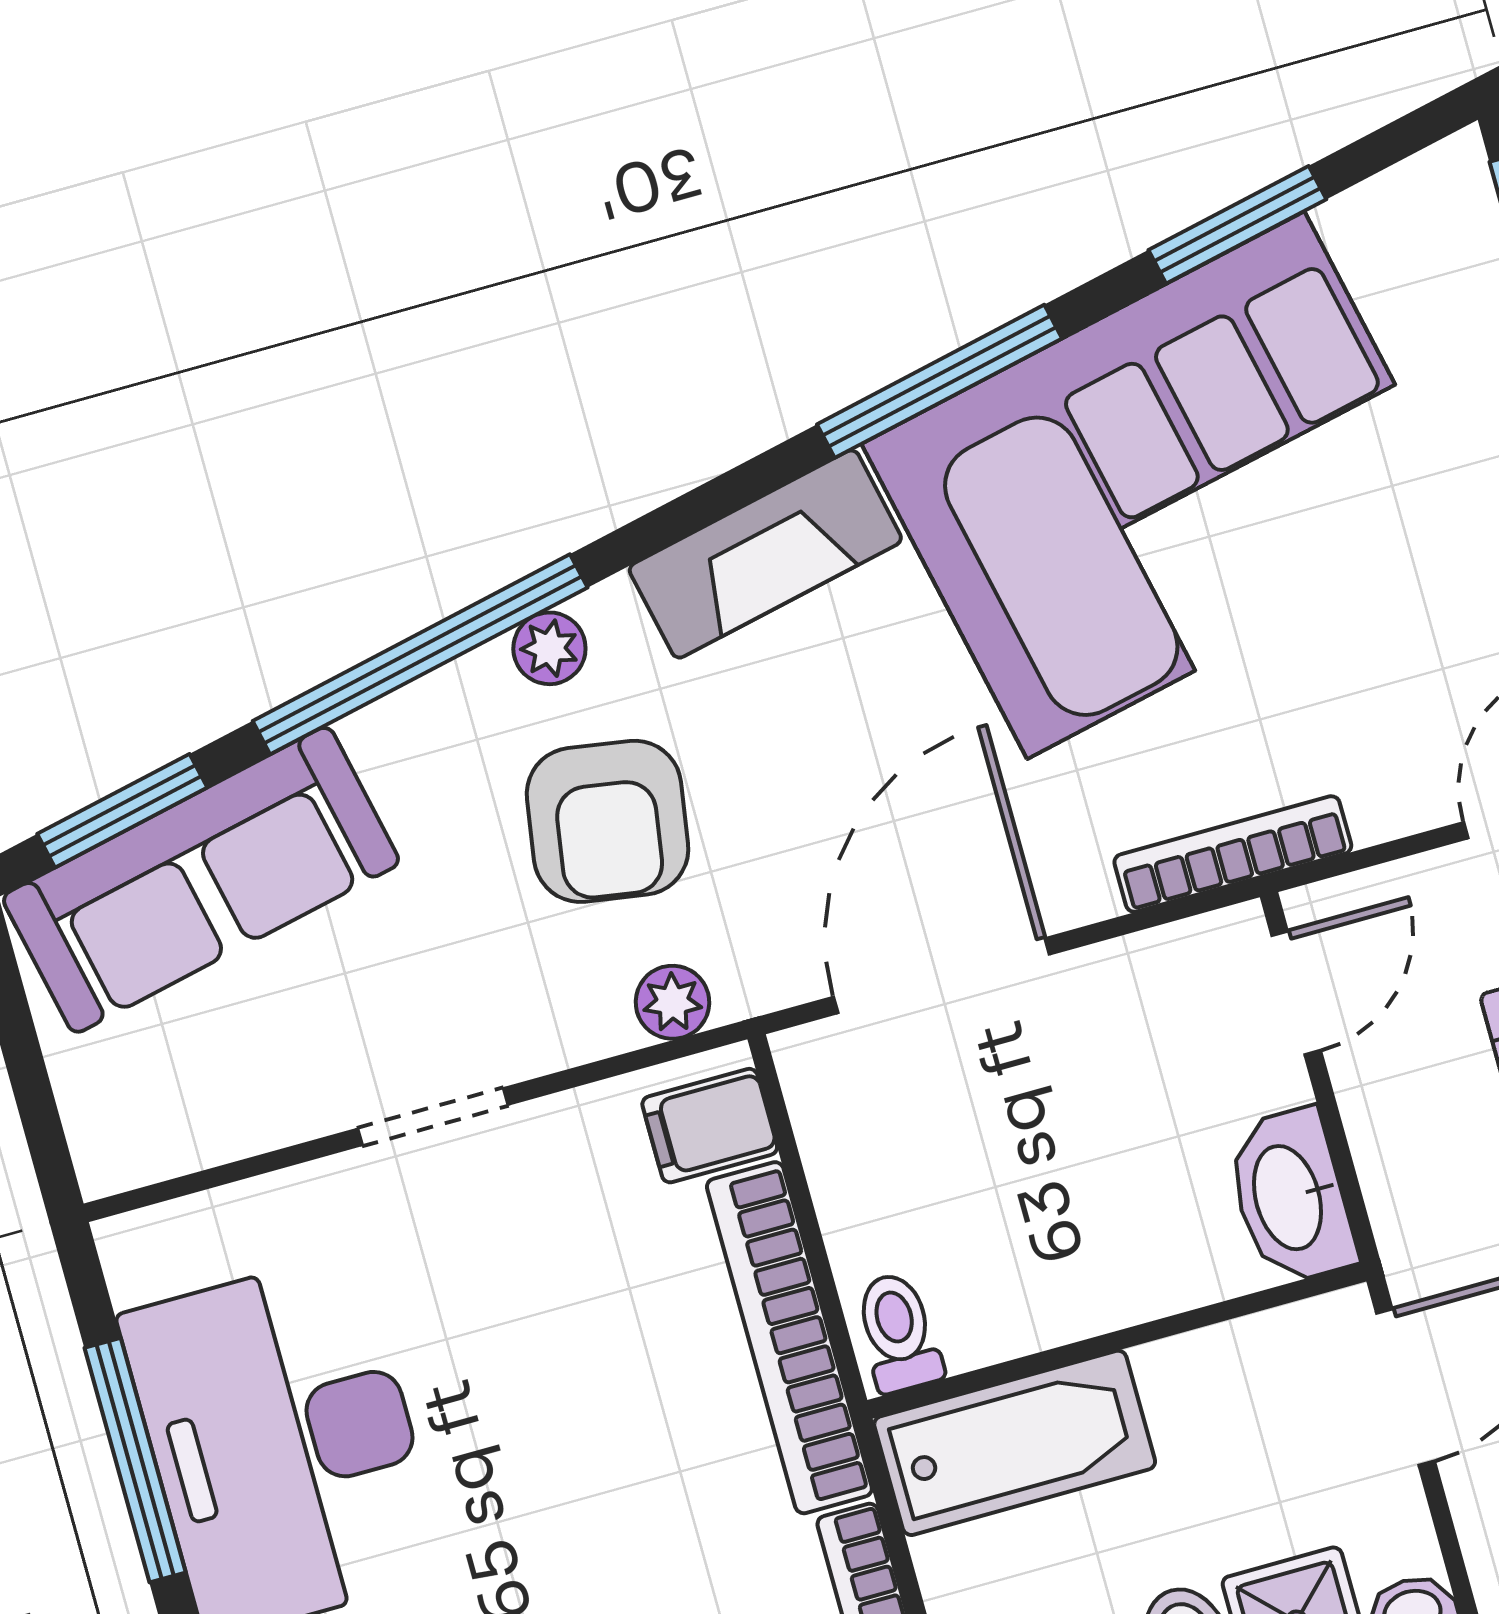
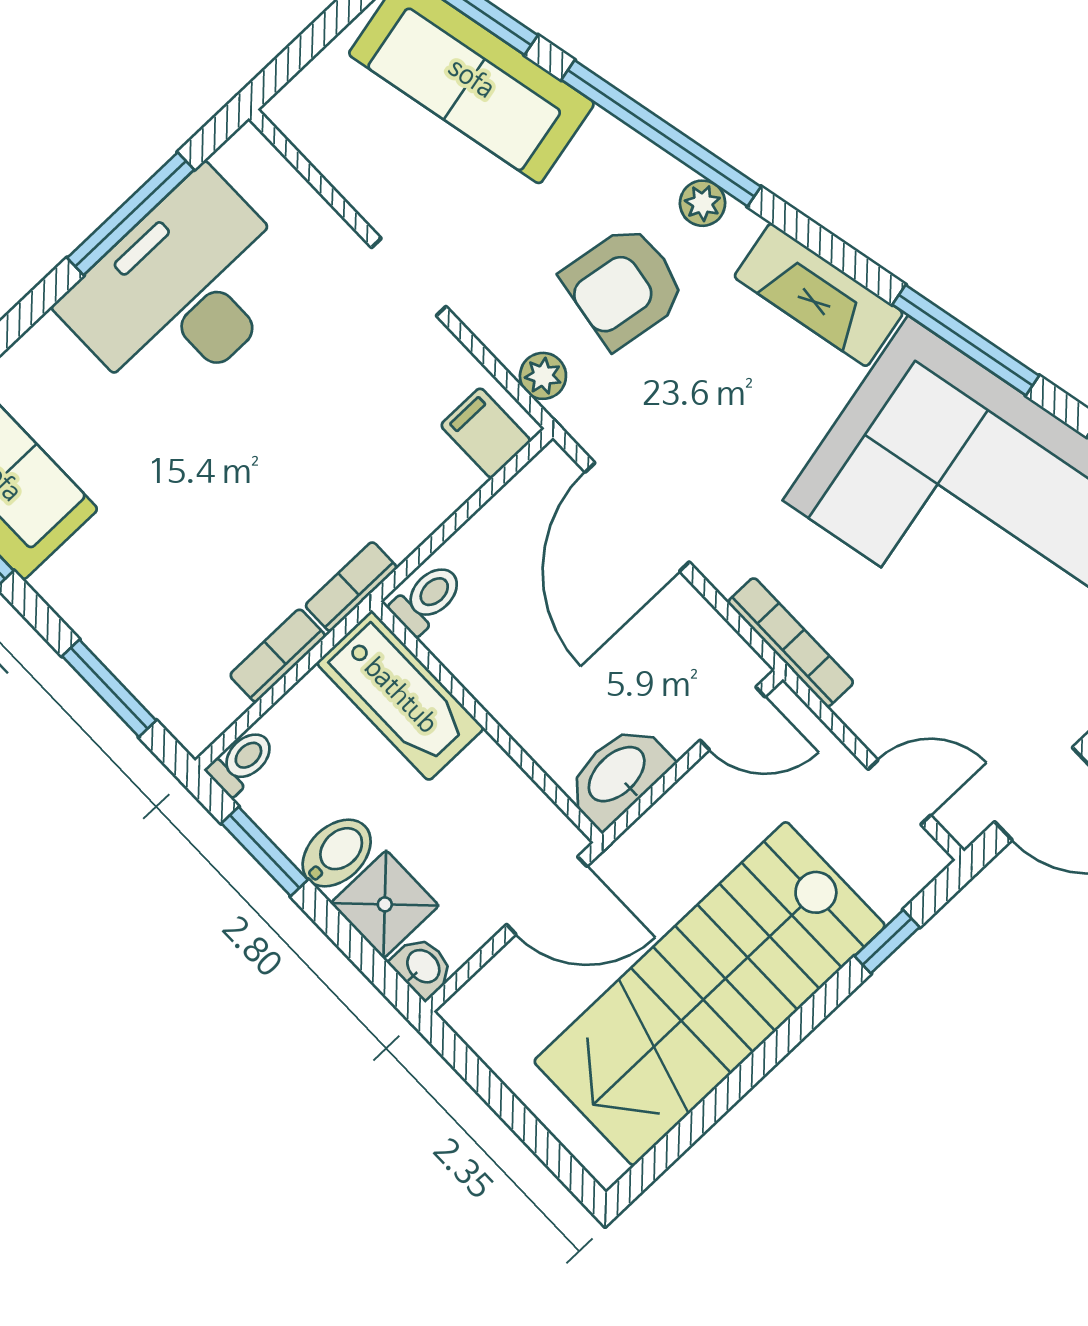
door: (942, 976) -> (637, 517), swing flipped
bookcase: (789, 1338) -> (351, 587), width x0.43, depth x0.76

